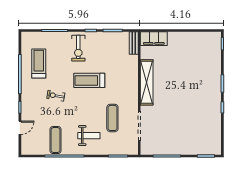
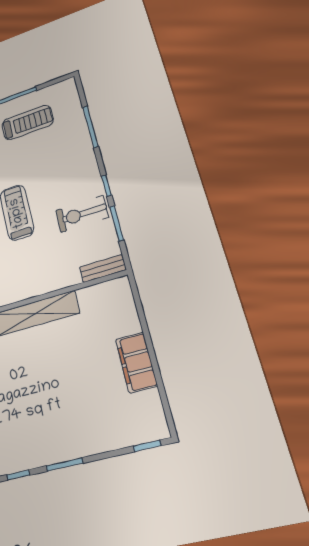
filing cabinet: (154, 39) -> (136, 363), moved
exercise bike: (78, 48) -> (82, 214), moved

